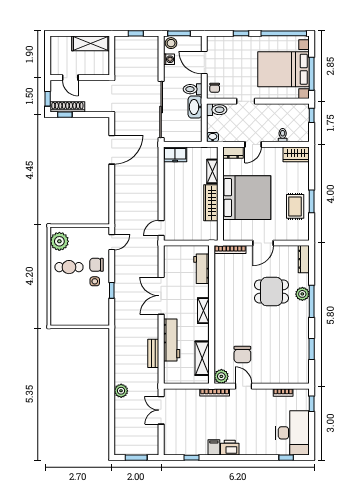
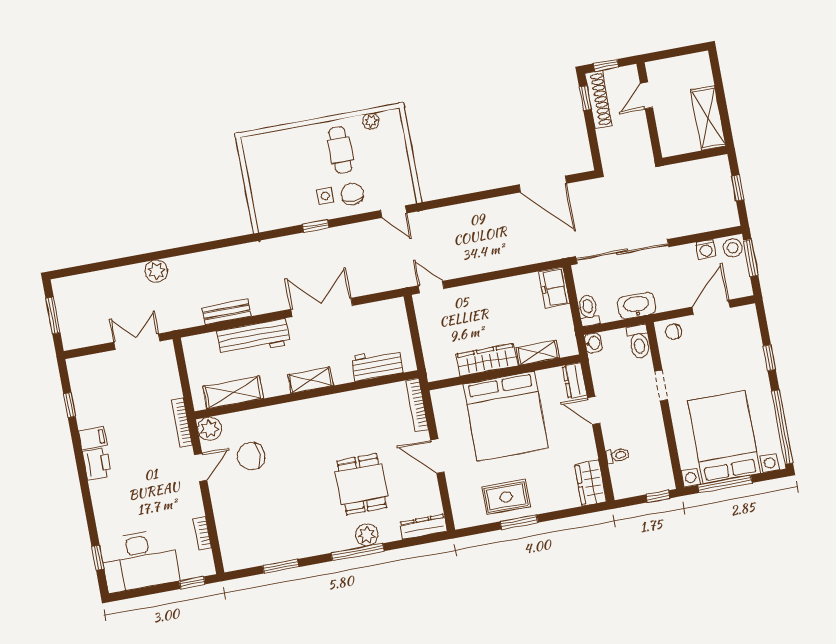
toilet: (193, 89) -> (589, 310), moved
plant: (59, 241) -> (371, 121), width x0.53, depth x0.53

